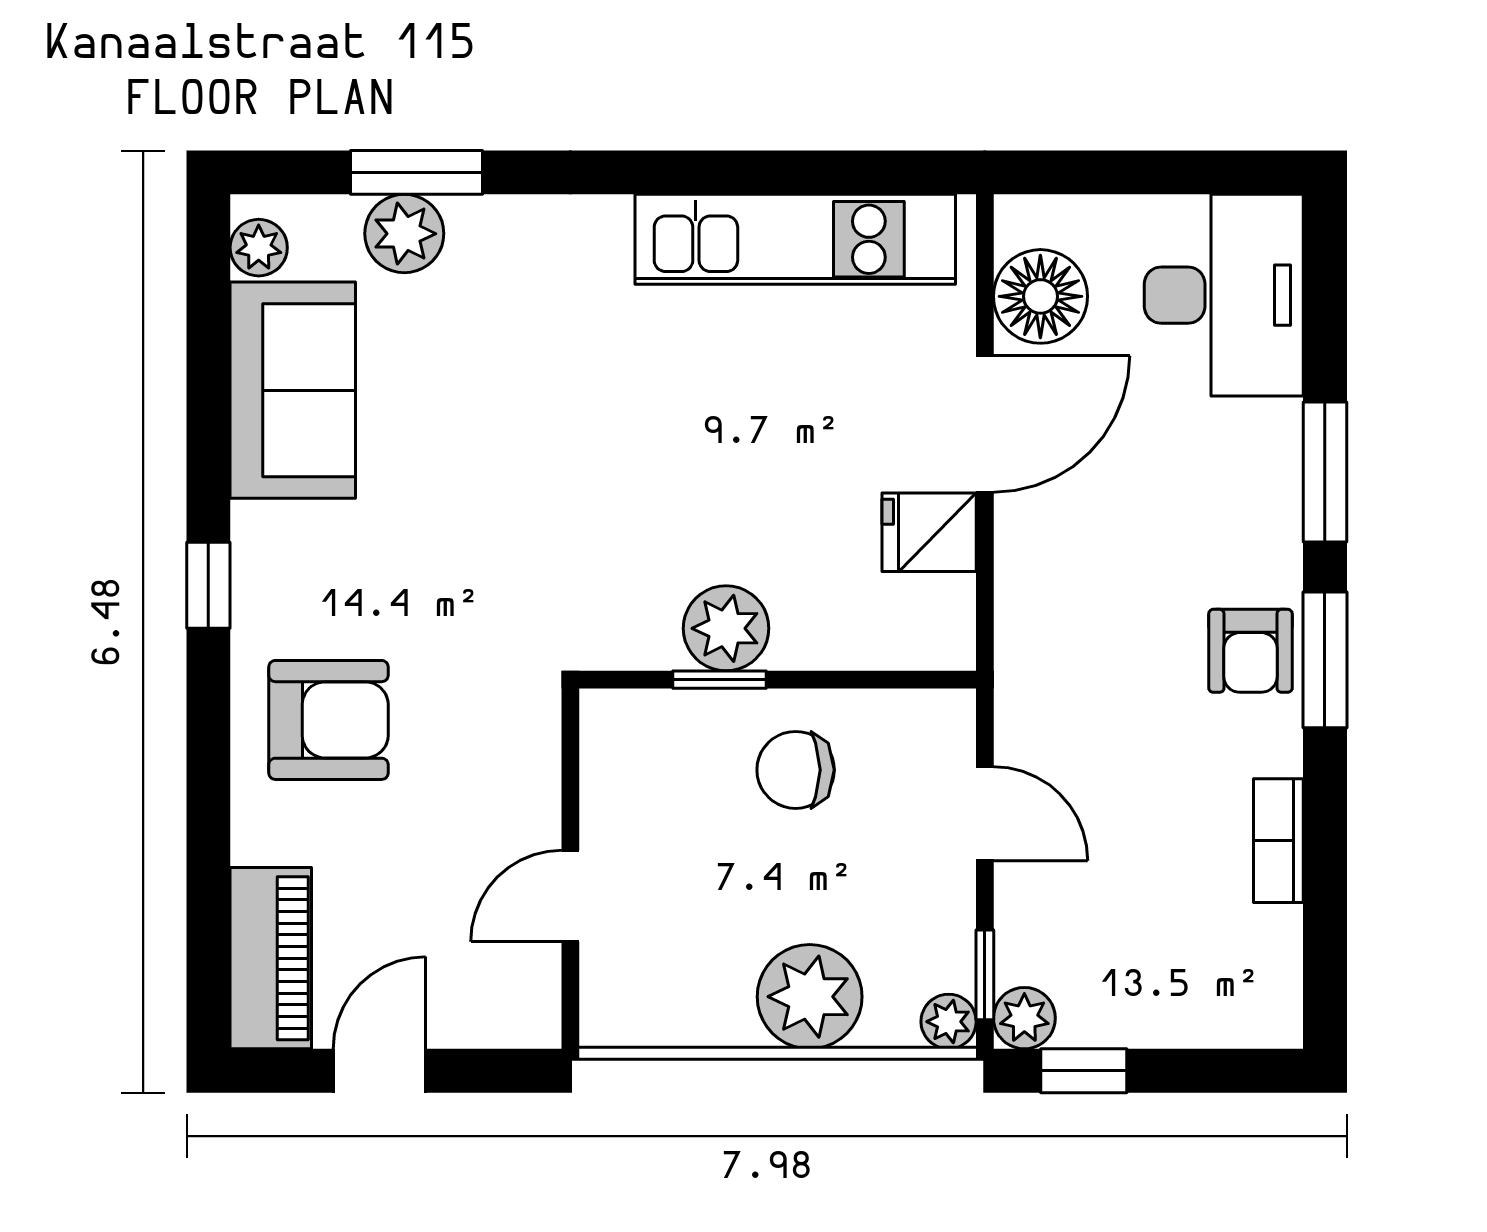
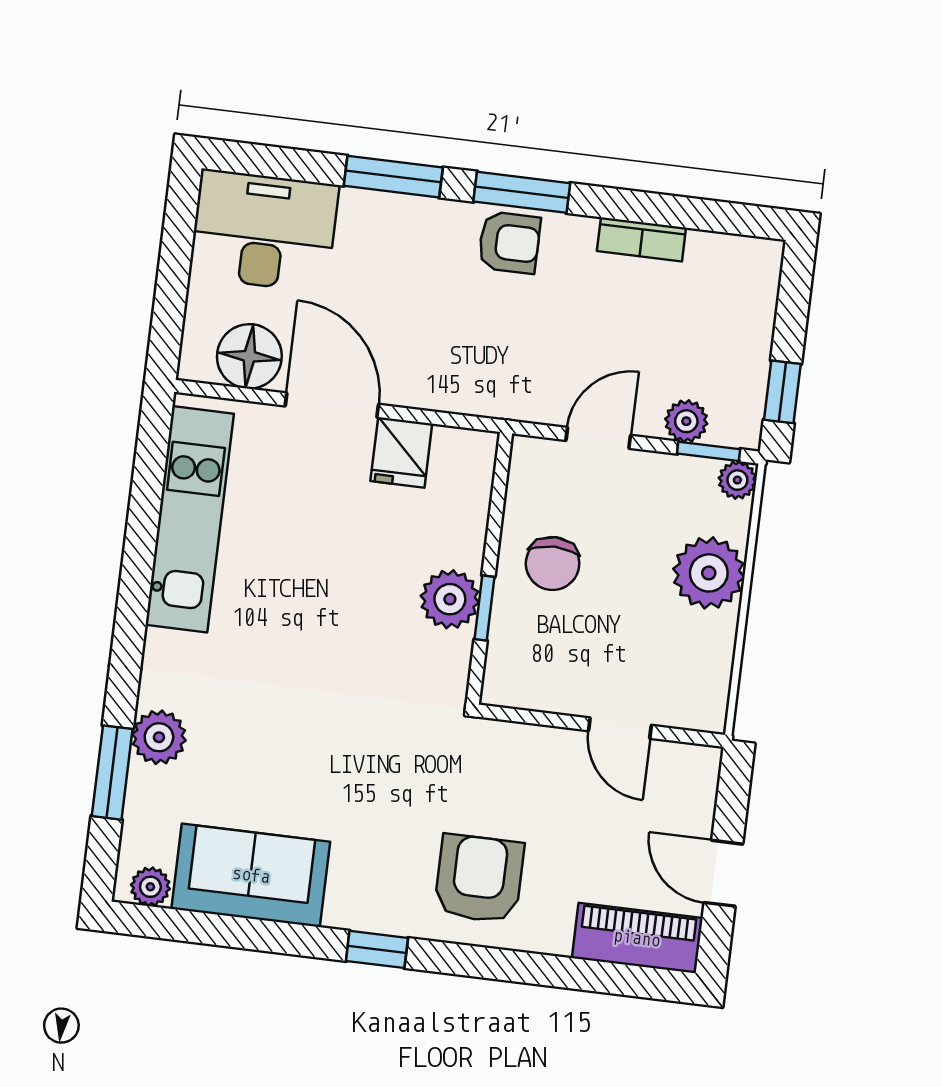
plant: (404, 234) -> (159, 737), moved
plant: (1024, 1018) -> (686, 421), moved

